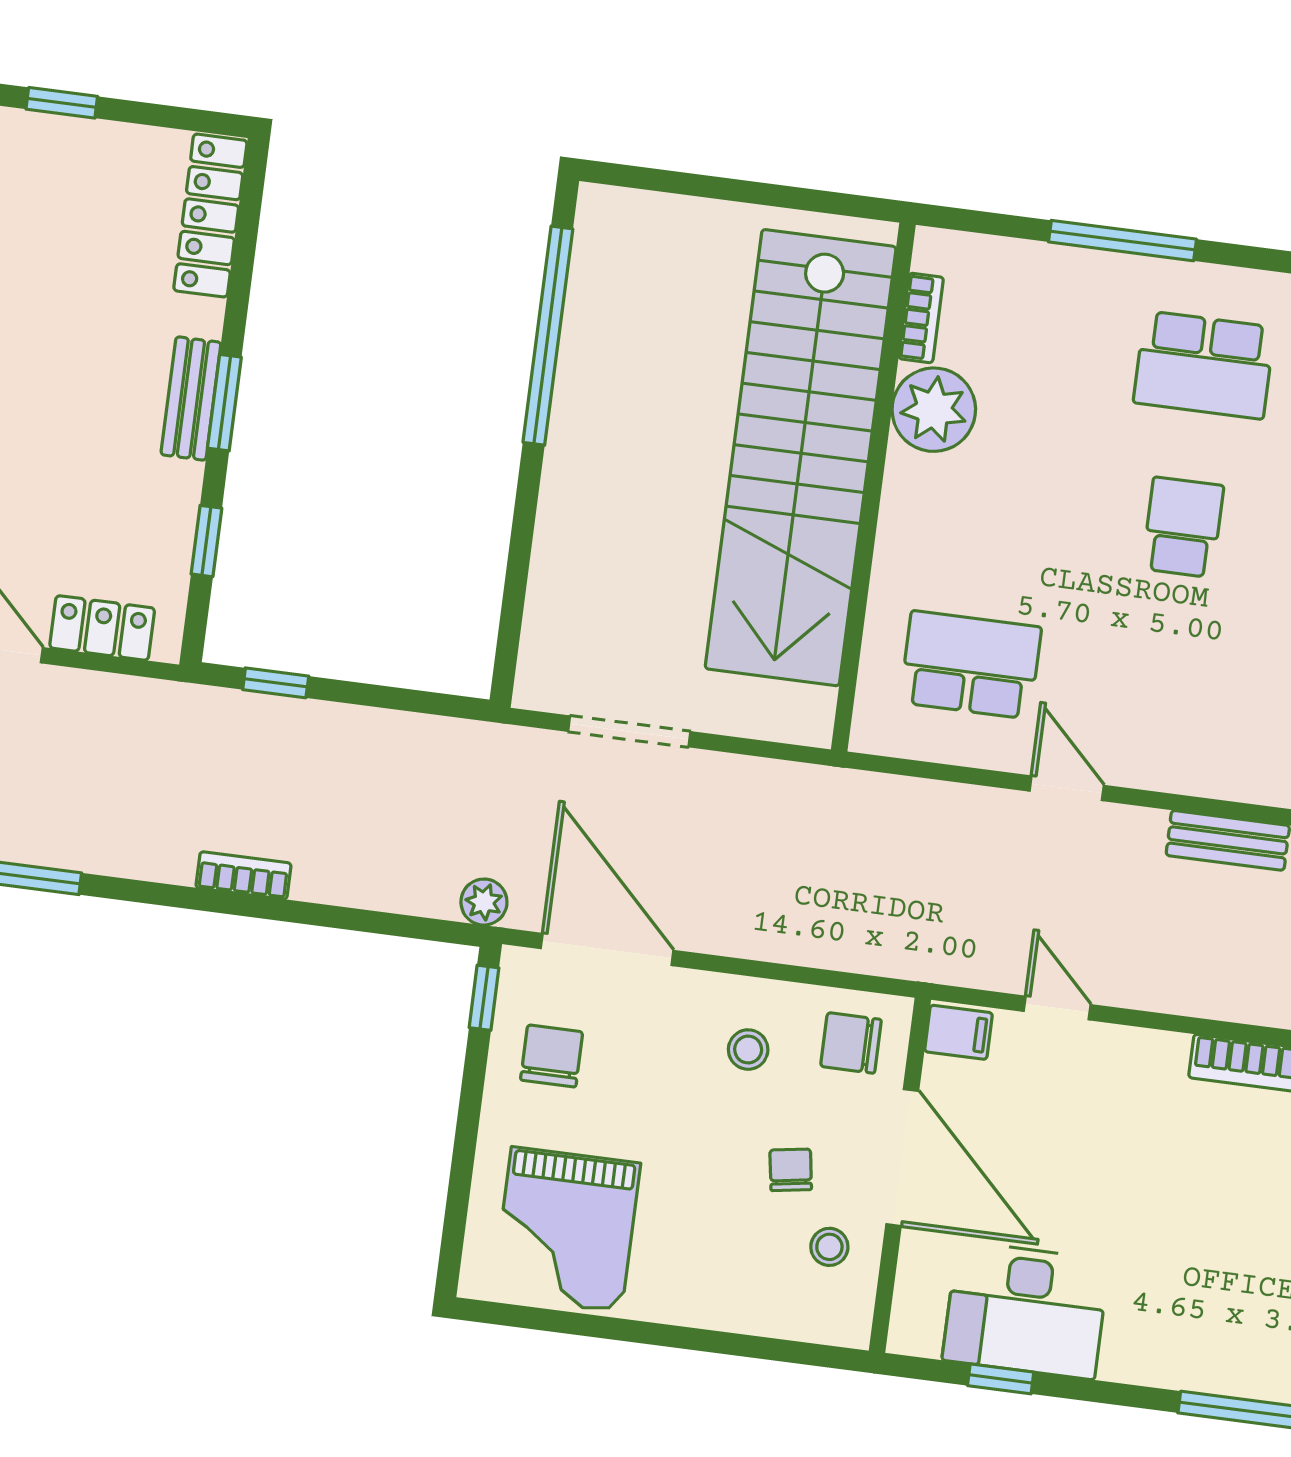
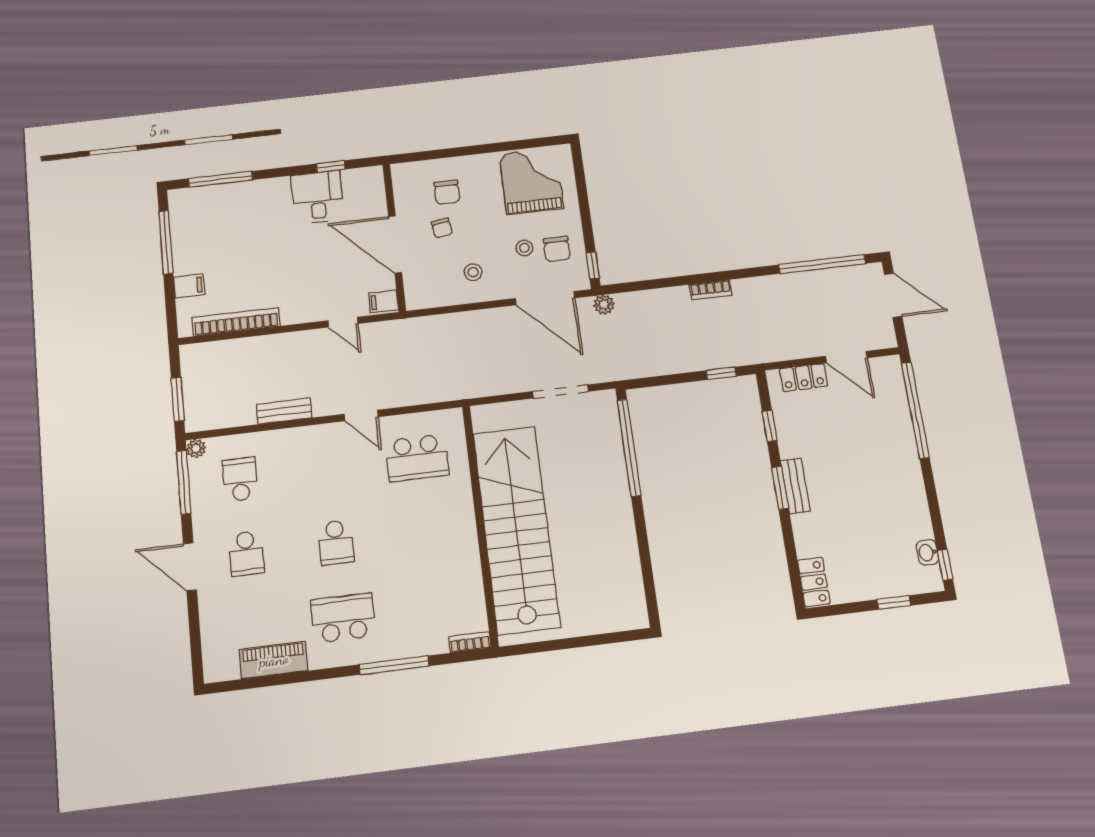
locker: (210, 216) -> (814, 582), width x0.66
bookcase: (921, 318) -> (470, 642), moved, turned 90
window: (548, 336) -> (629, 448), moved
plant: (934, 410) -> (462, 566), removed
chair: (851, 1043) -> (447, 192), moved, turned 90
stool: (829, 1247) -> (524, 248), moved
desk: (1026, 1310) -> (317, 197), width x0.73

